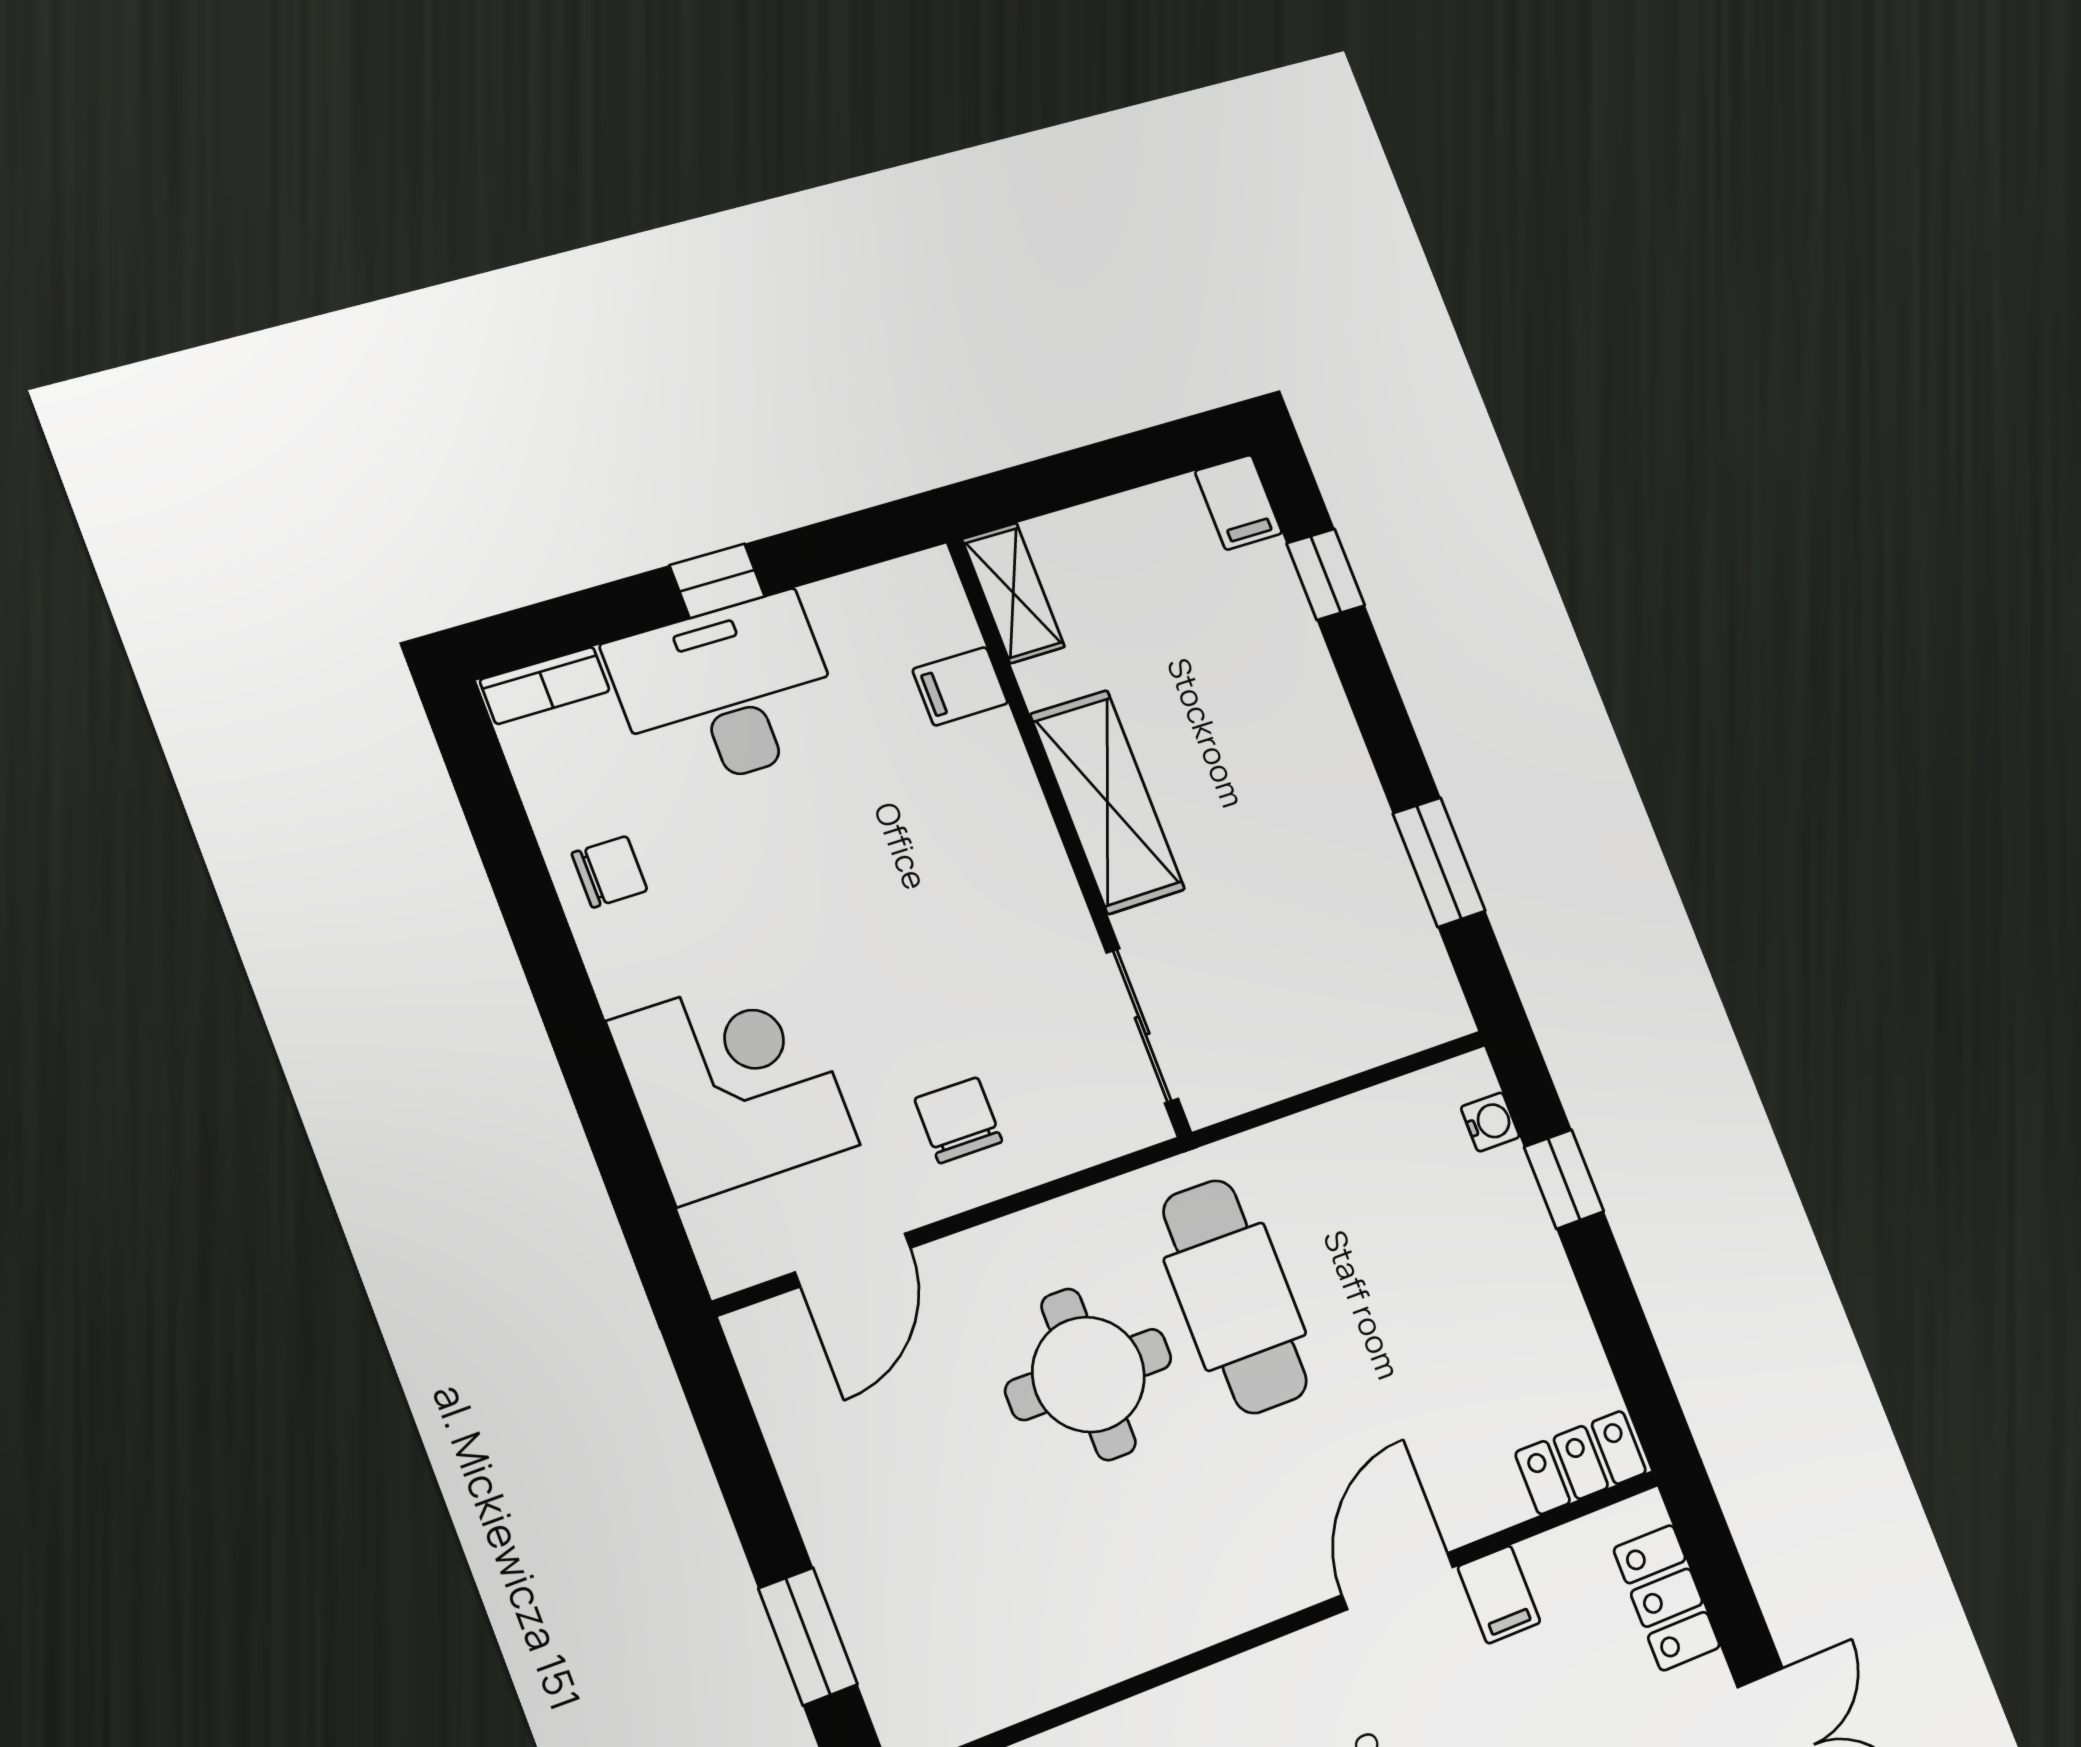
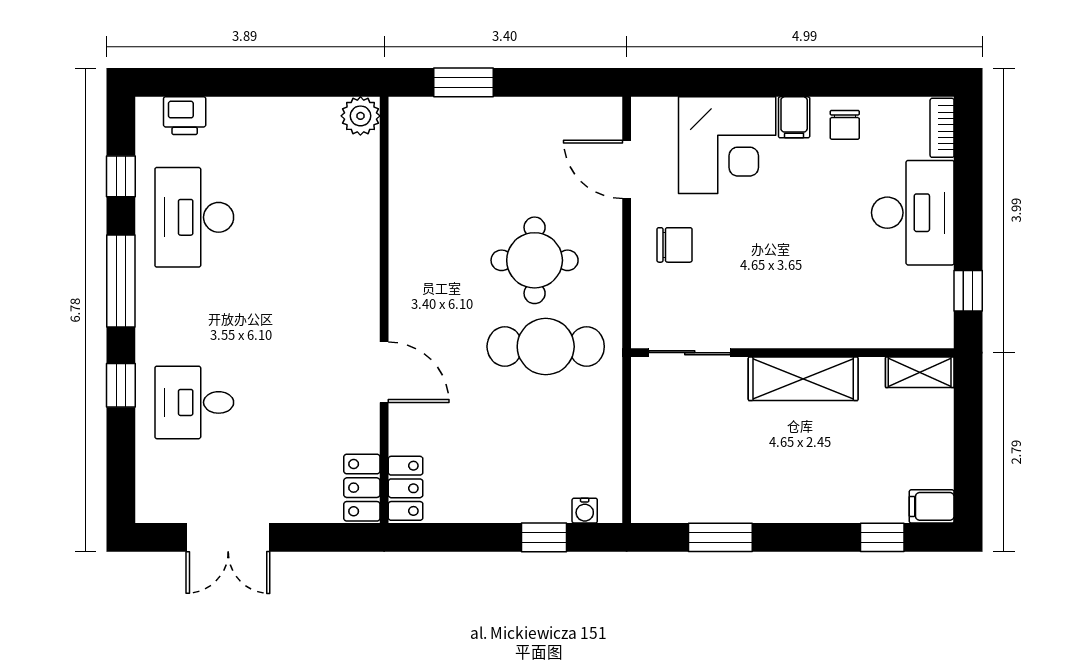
window: (717, 581) -> (968, 291), moved
filing cabinet: (960, 686) -> (794, 117), moved, turned 180
filing cabinet: (1499, 1595) -> (359, 420), removed
locker: (1667, 1598) -> (362, 488), moved, turned -90

